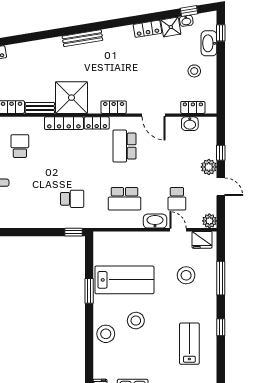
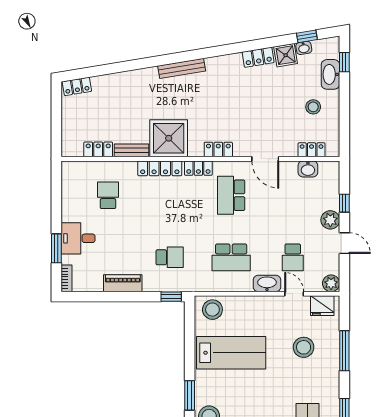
piano: (32, 221) -> (123, 283), added
window: (89, 291) -> (190, 395), moved
stool: (136, 321) -> (212, 310), moved

